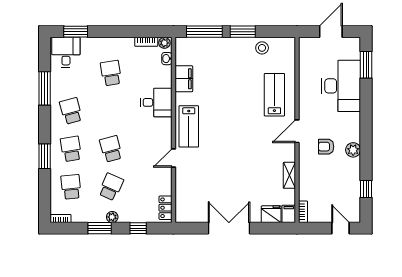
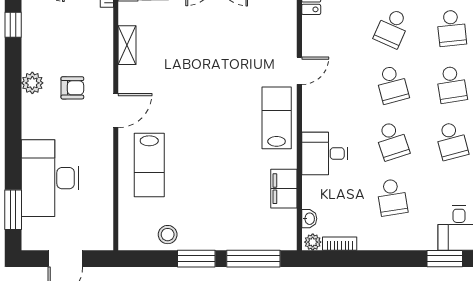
school desk: (111, 111) -> (392, 141), added

